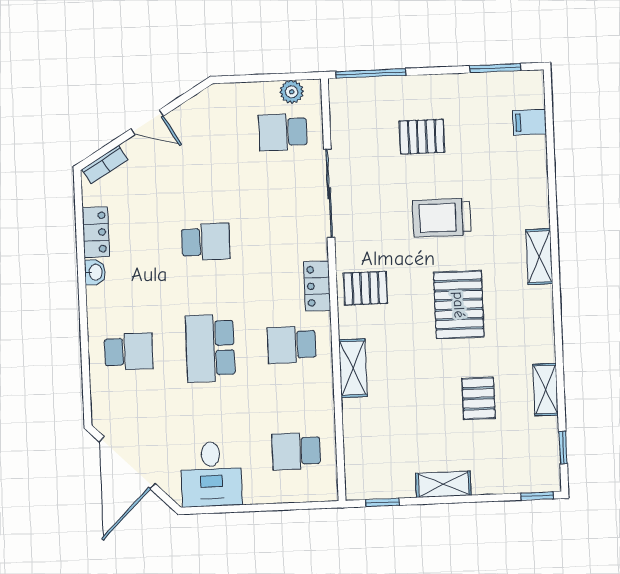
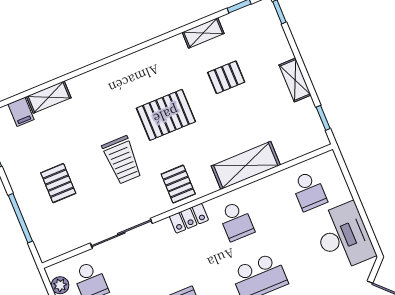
window: (371, 73) -> (20, 218), moved
trolley: (442, 218) -> (122, 160), moved
shelving: (539, 257) -> (49, 97), moved
shelving: (353, 368) -> (246, 165), width x1.50, depth x1.33
desk: (211, 474) -> (344, 237), width x1.37

